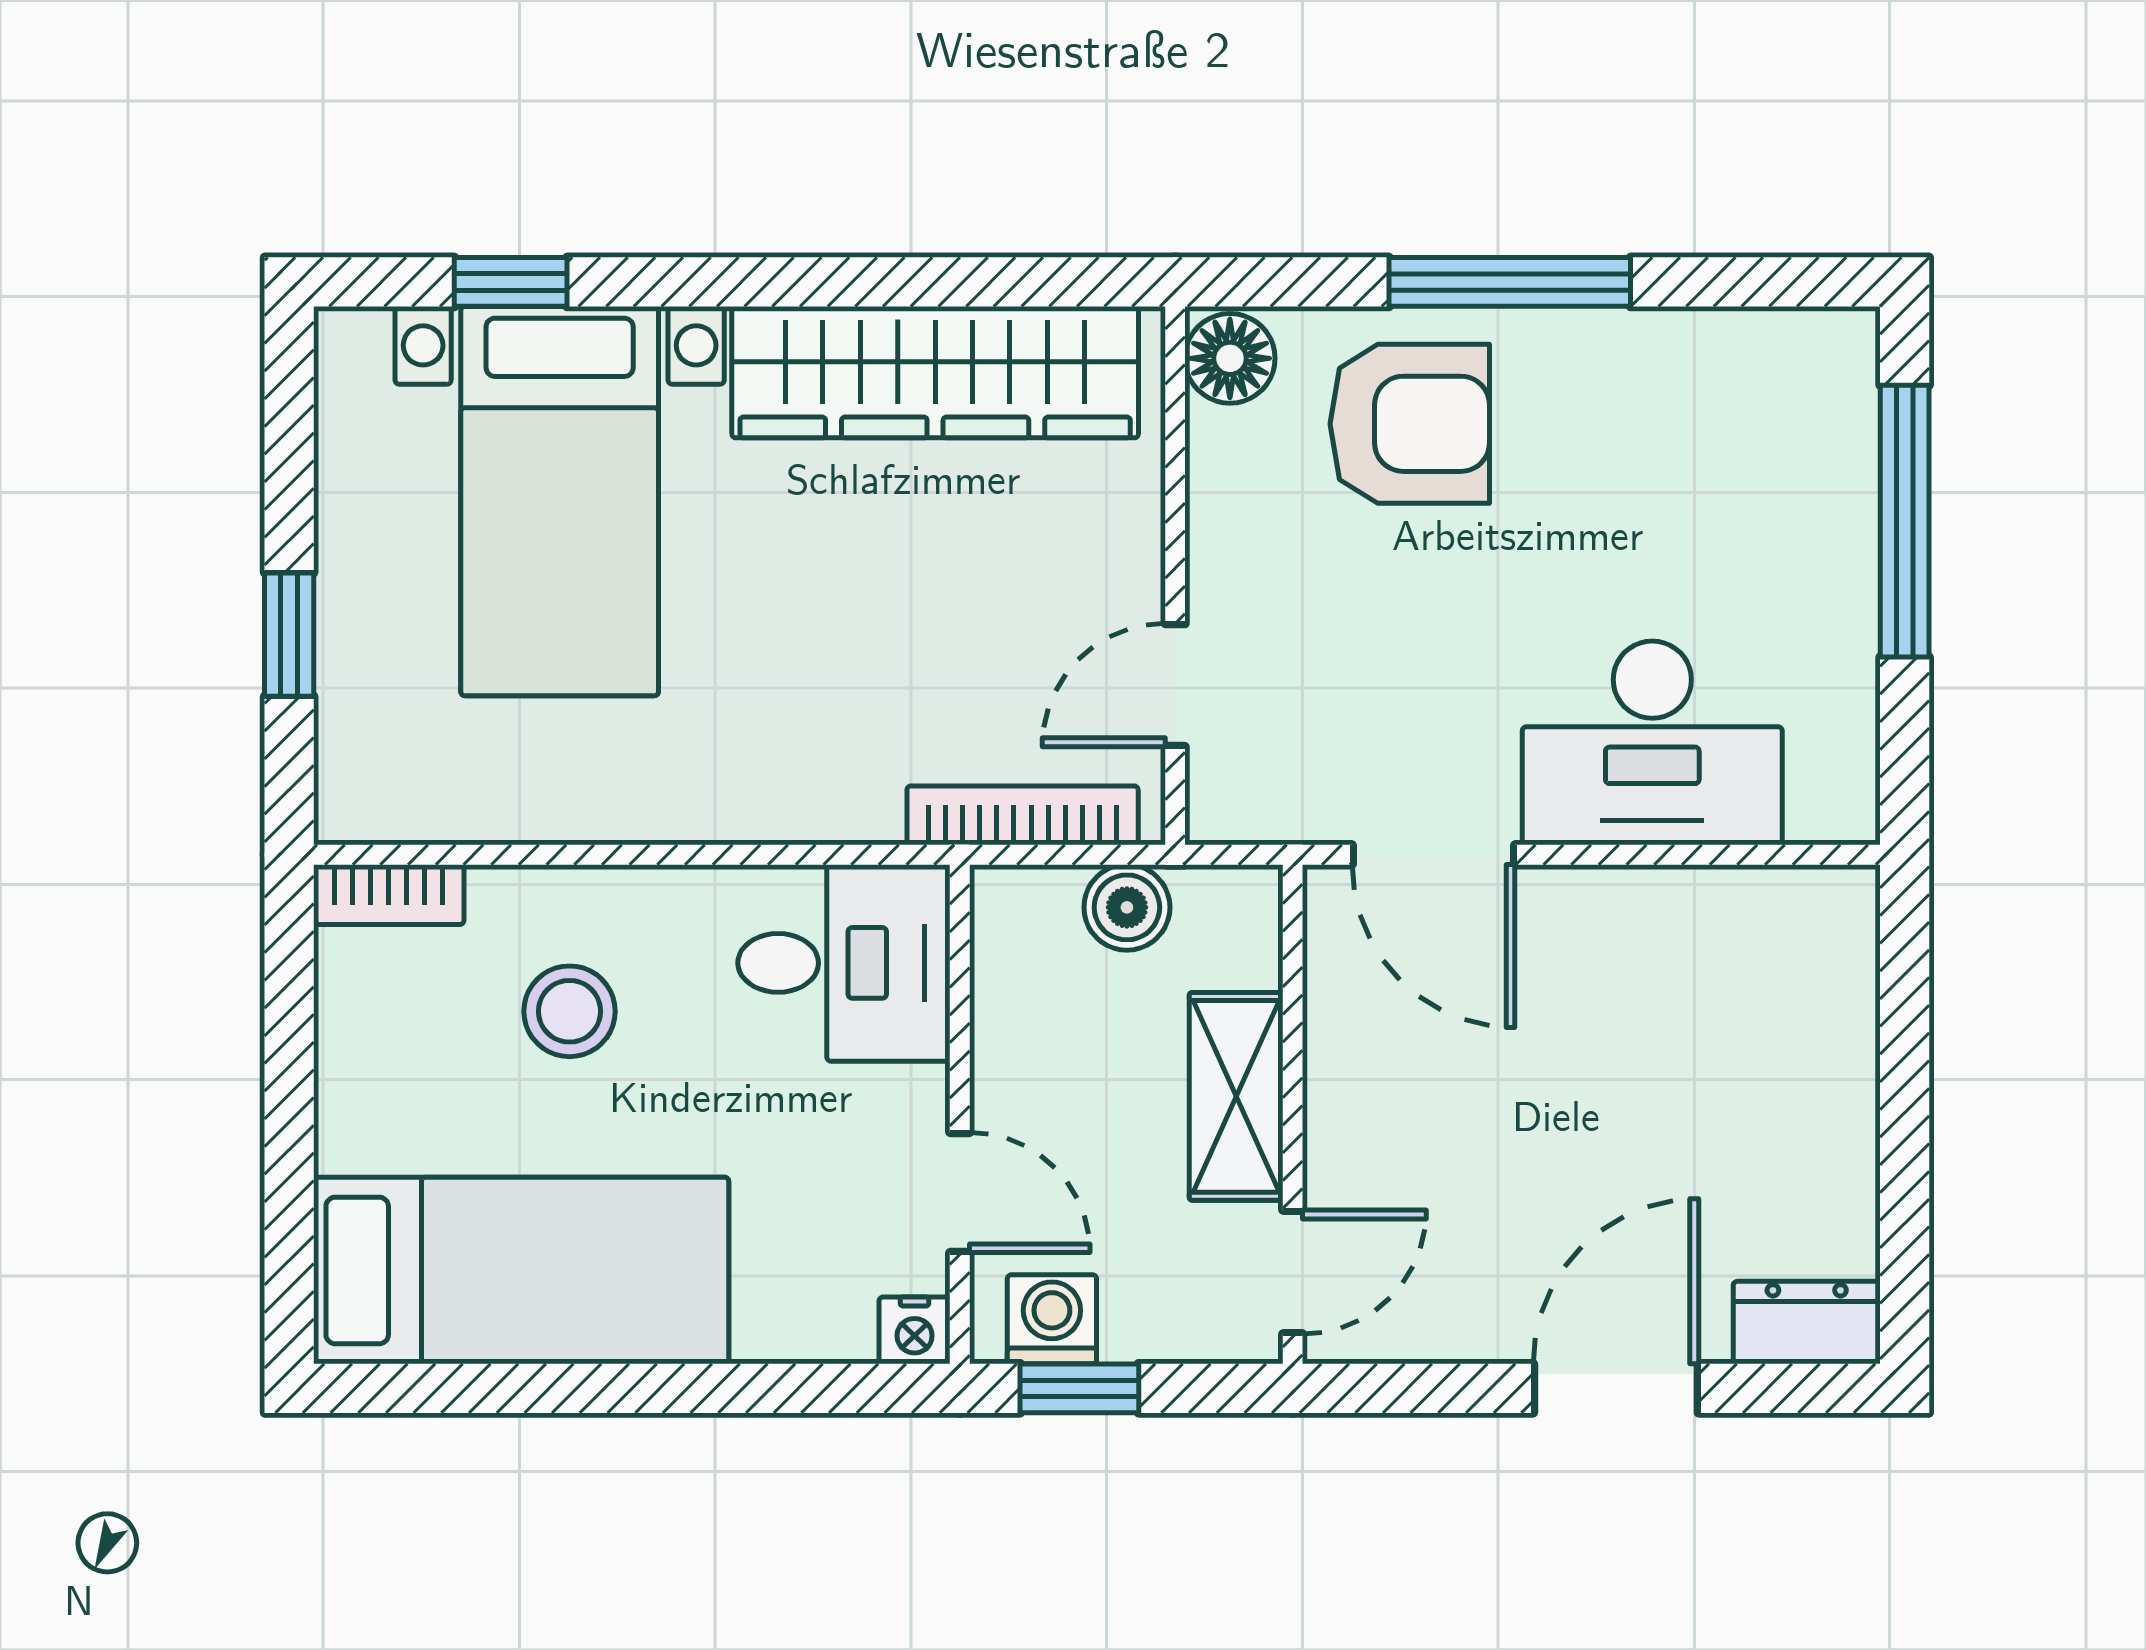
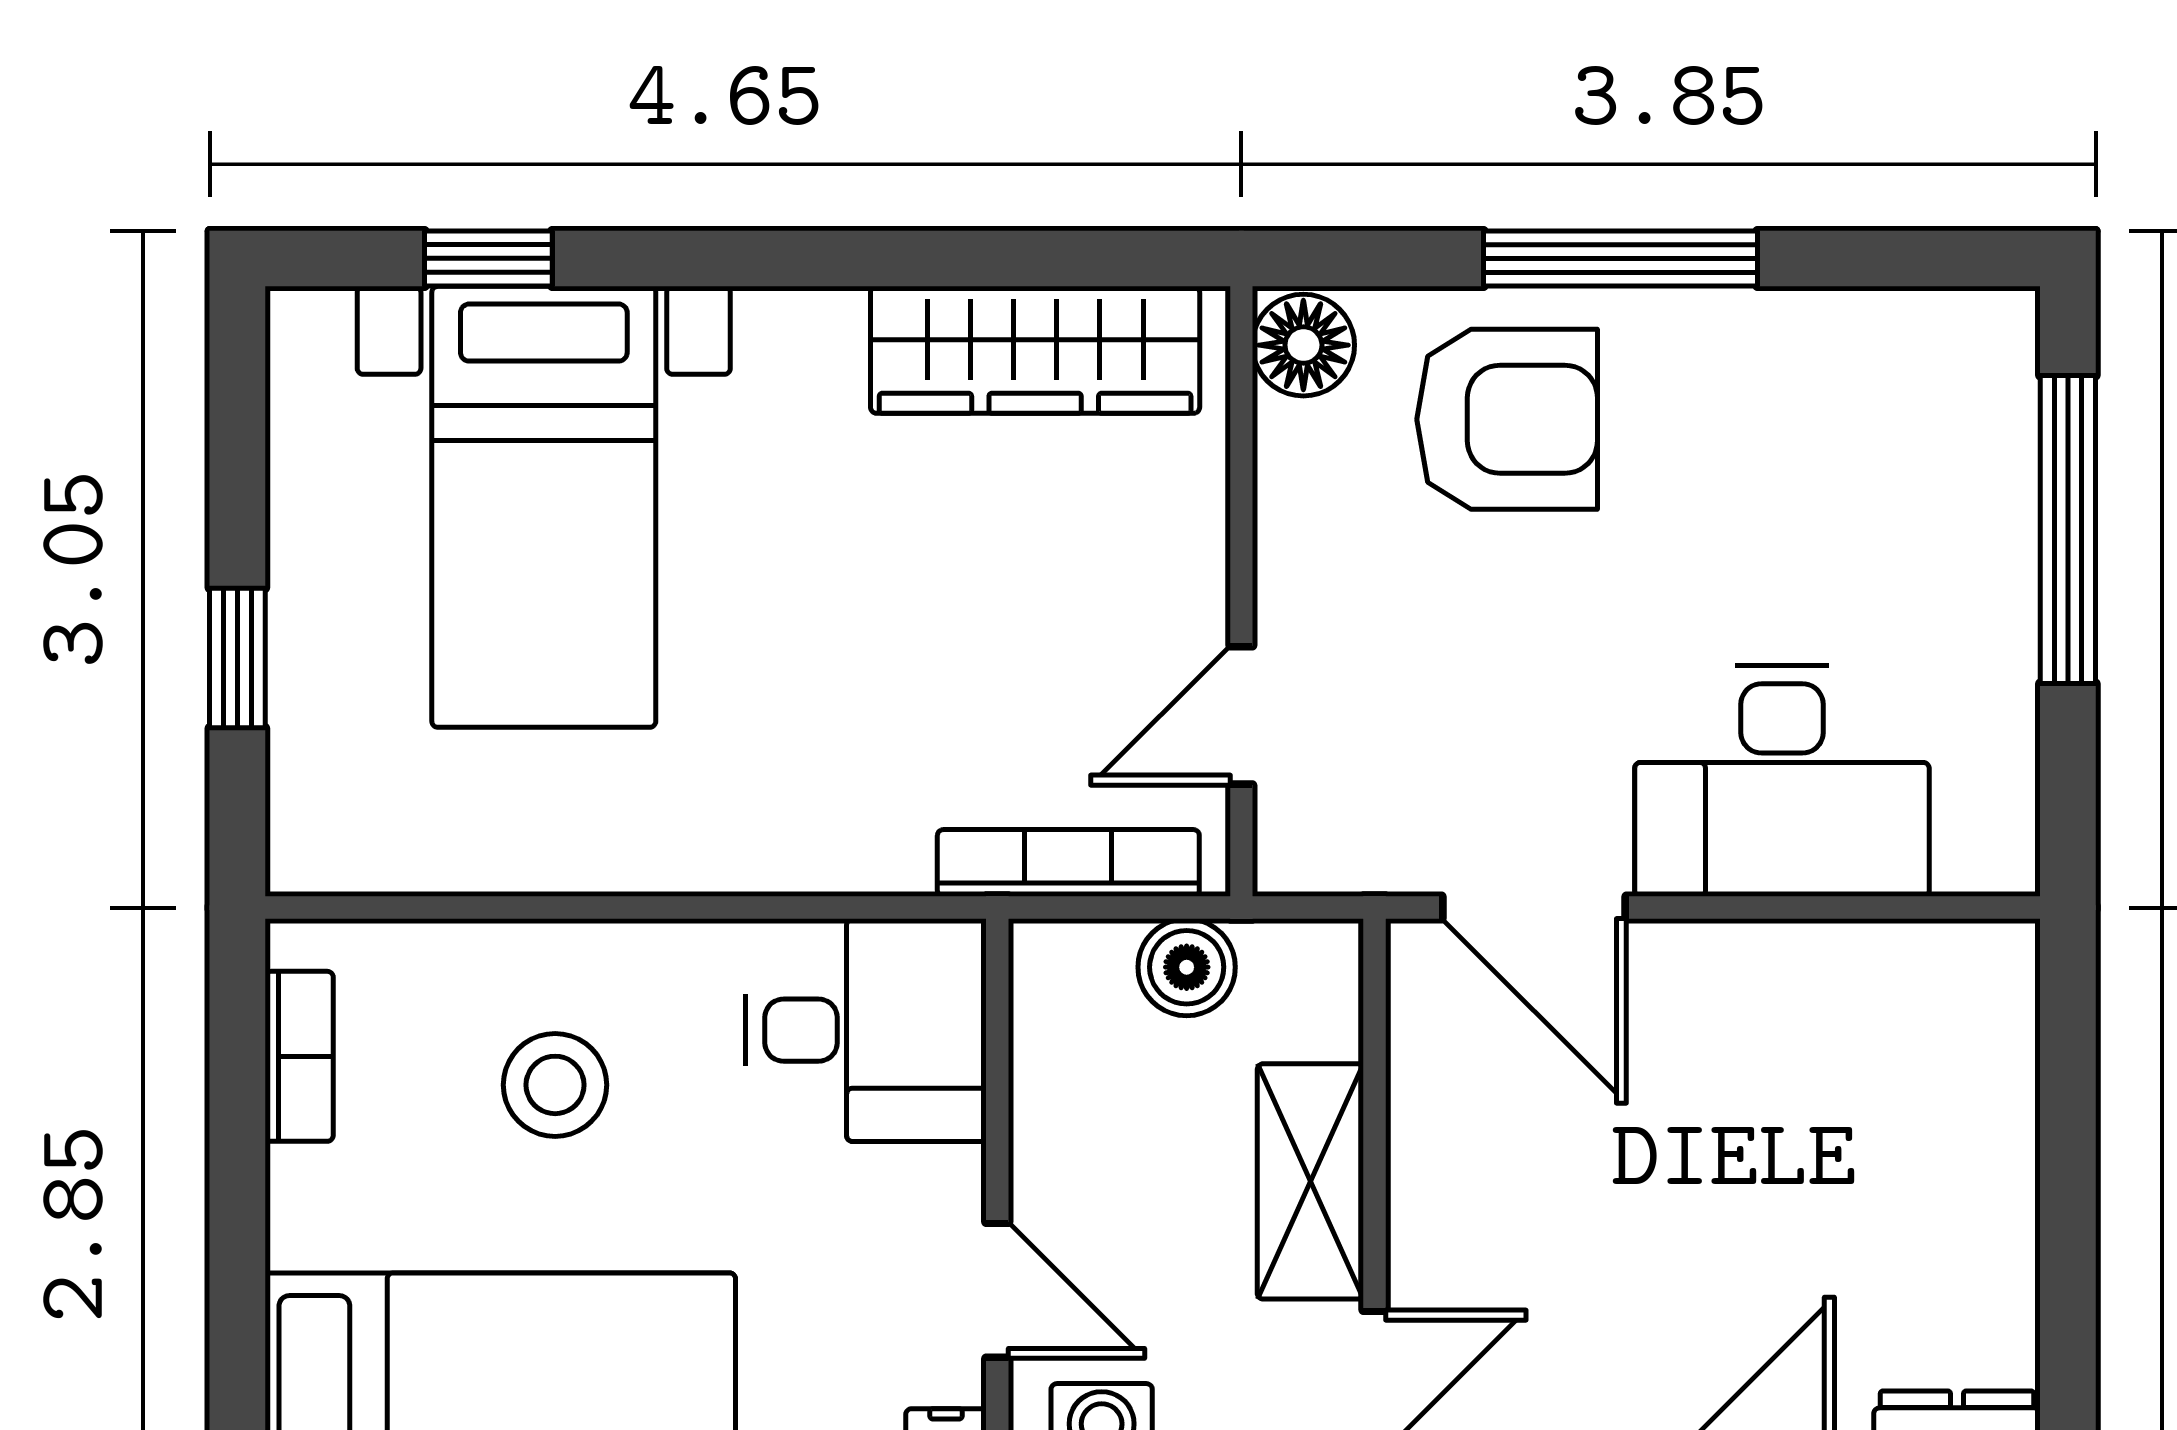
wardrobe: (935, 372) -> (1035, 350), width x0.71, depth x0.85
bookcase: (389, 895) -> (299, 1056), moved, turned -90

